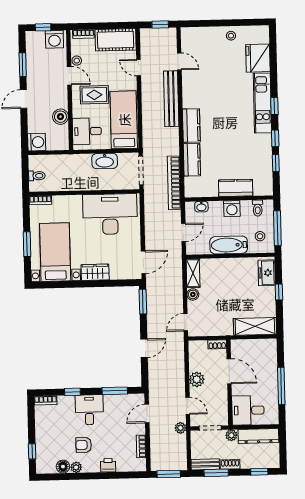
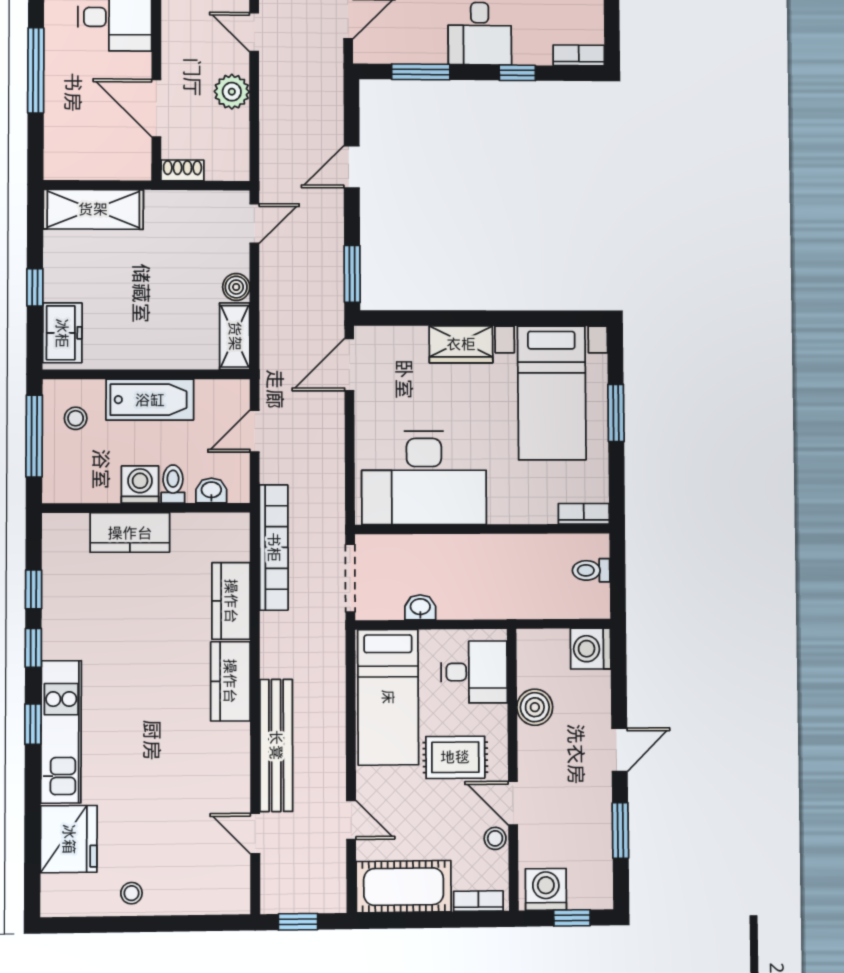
washbasin: (105, 161) -> (420, 607), width x0.52, depth x0.69
toilet: (258, 208) -> (173, 484), moved

